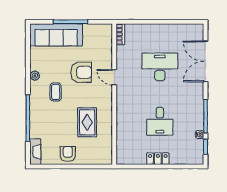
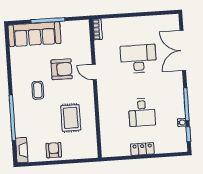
plant: (35, 76) -> (16, 76), removed

